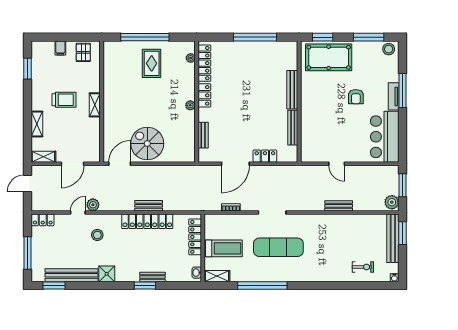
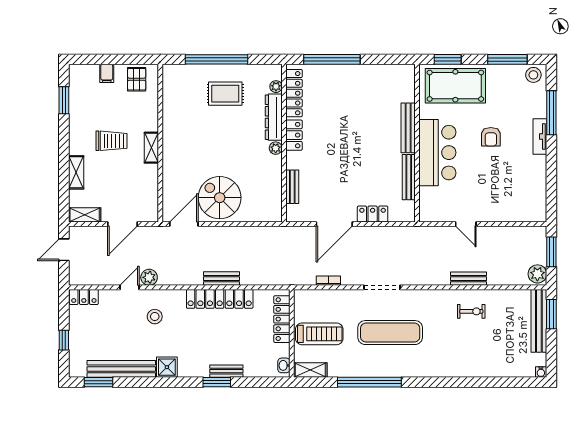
window: (255, 37) -> (332, 59), moved
rug: (152, 63) -> (225, 94), turned 90
dresser: (189, 82) -> (274, 117), added
window: (403, 91) -> (551, 113), moved
bar counter: (385, 137) -> (437, 153), moved, turned 180
window: (27, 253) -> (64, 340), width x0.46
exercise bike: (363, 267) -> (471, 311), moved

